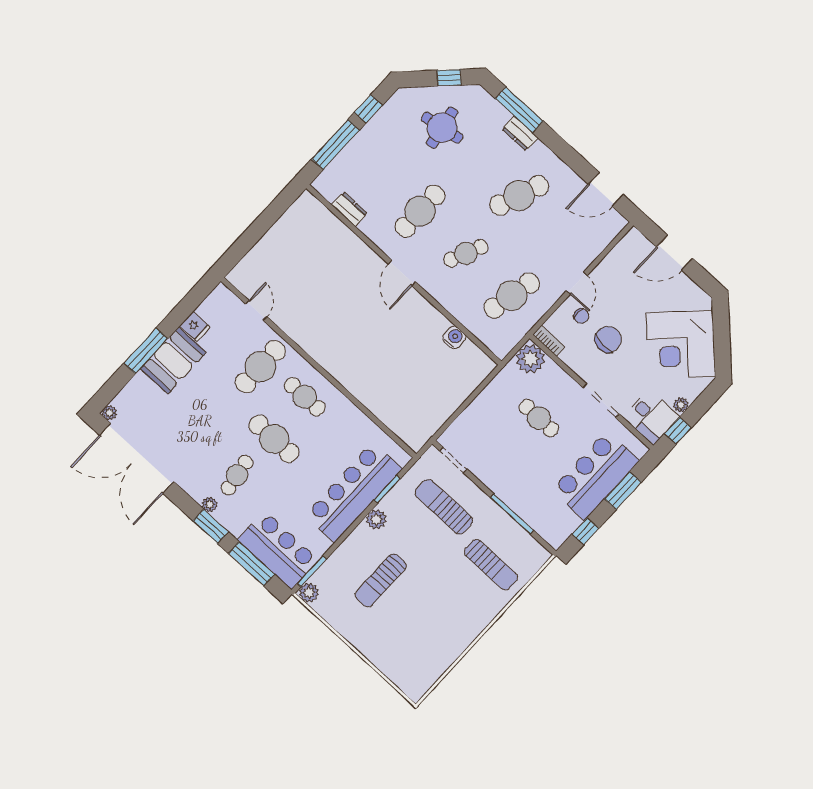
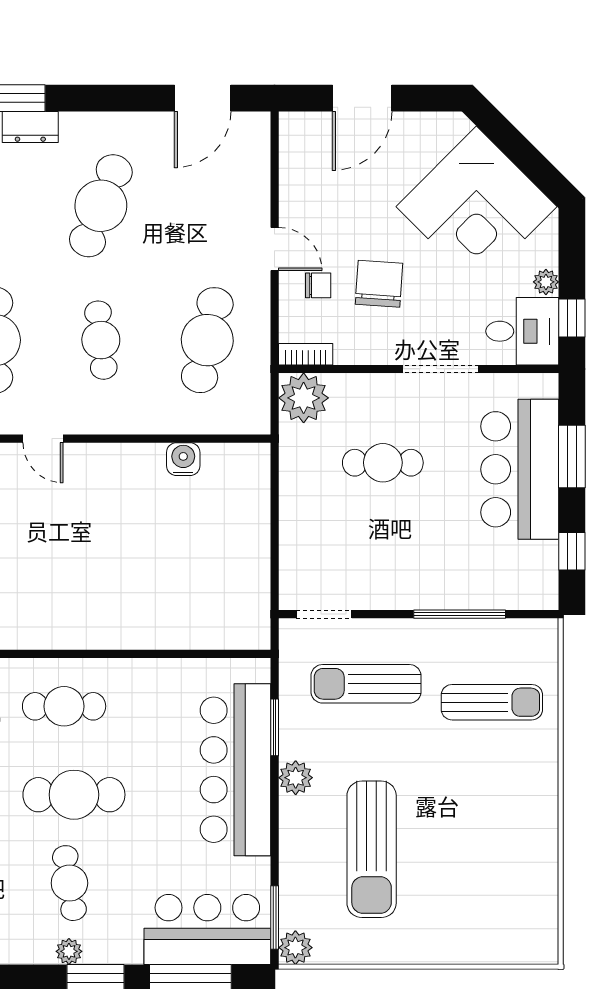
cafe table: (466, 253) -> (101, 340), turned -30
door: (402, 273) -> (43, 439), width x0.73
sun lounger: (381, 580) -> (372, 849), width x1.36, depth x1.34

